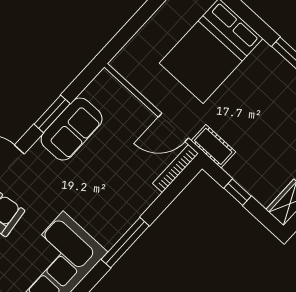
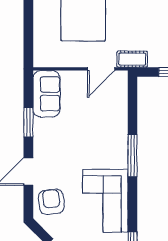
sofa: (72, 129) -> (47, 94), moved
bookcase: (176, 168) -> (123, 90), removed

